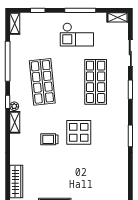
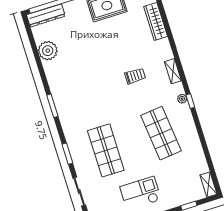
window: (8, 61) -> (204, 143), removed
shelving: (15, 122) -> (173, 71), moved
display table: (79, 132) -> (107, 93), removed
plant: (119, 186) -> (48, 51), added

